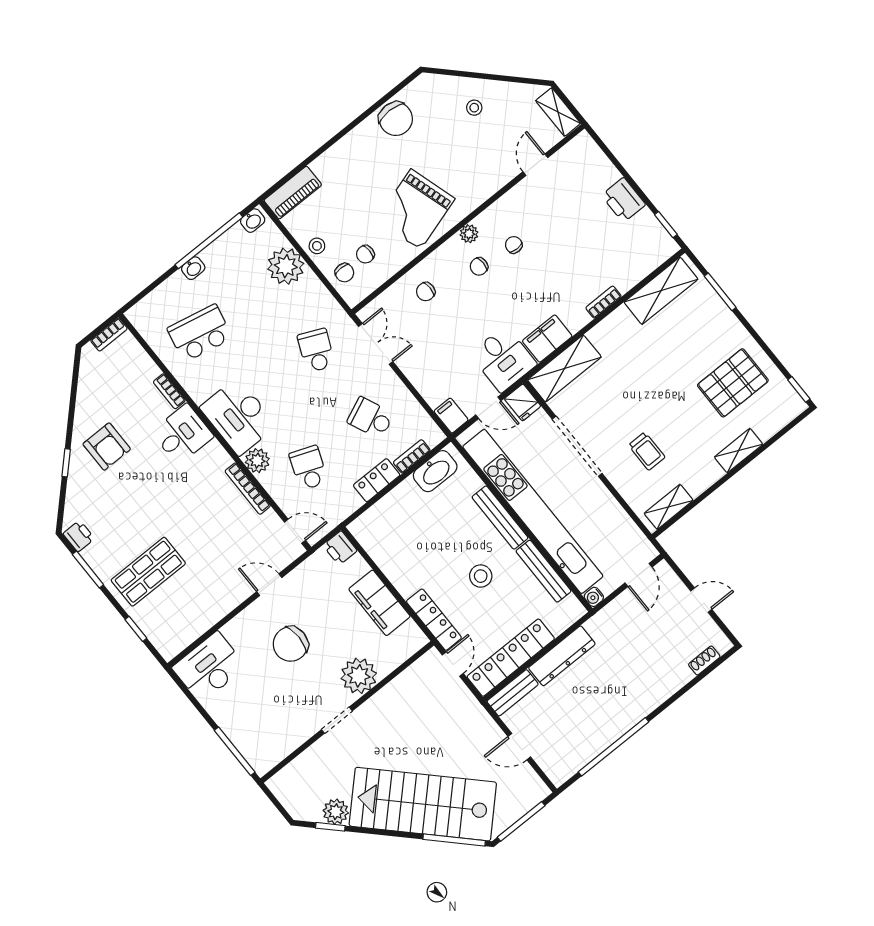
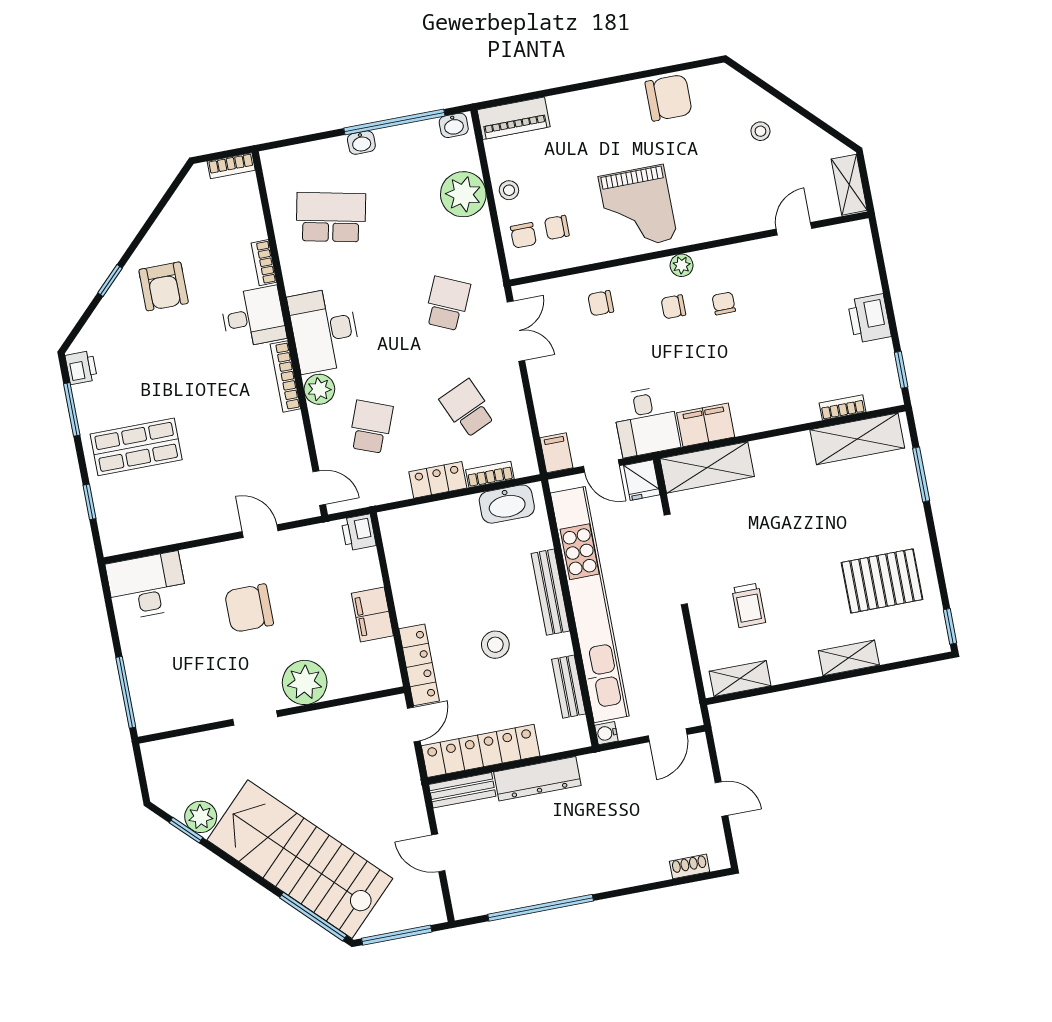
chair: (396, 119) -> (669, 98), turned -90
grand piano: (416, 209) -> (638, 208), turned -73
bookcase: (603, 302) -> (843, 408), moved
bookcase: (248, 489) -> (285, 376), moved
bench: (543, 571) -> (569, 687), width x0.73
filing cabinet: (379, 603) -> (372, 614), width x0.67, depth x0.86

